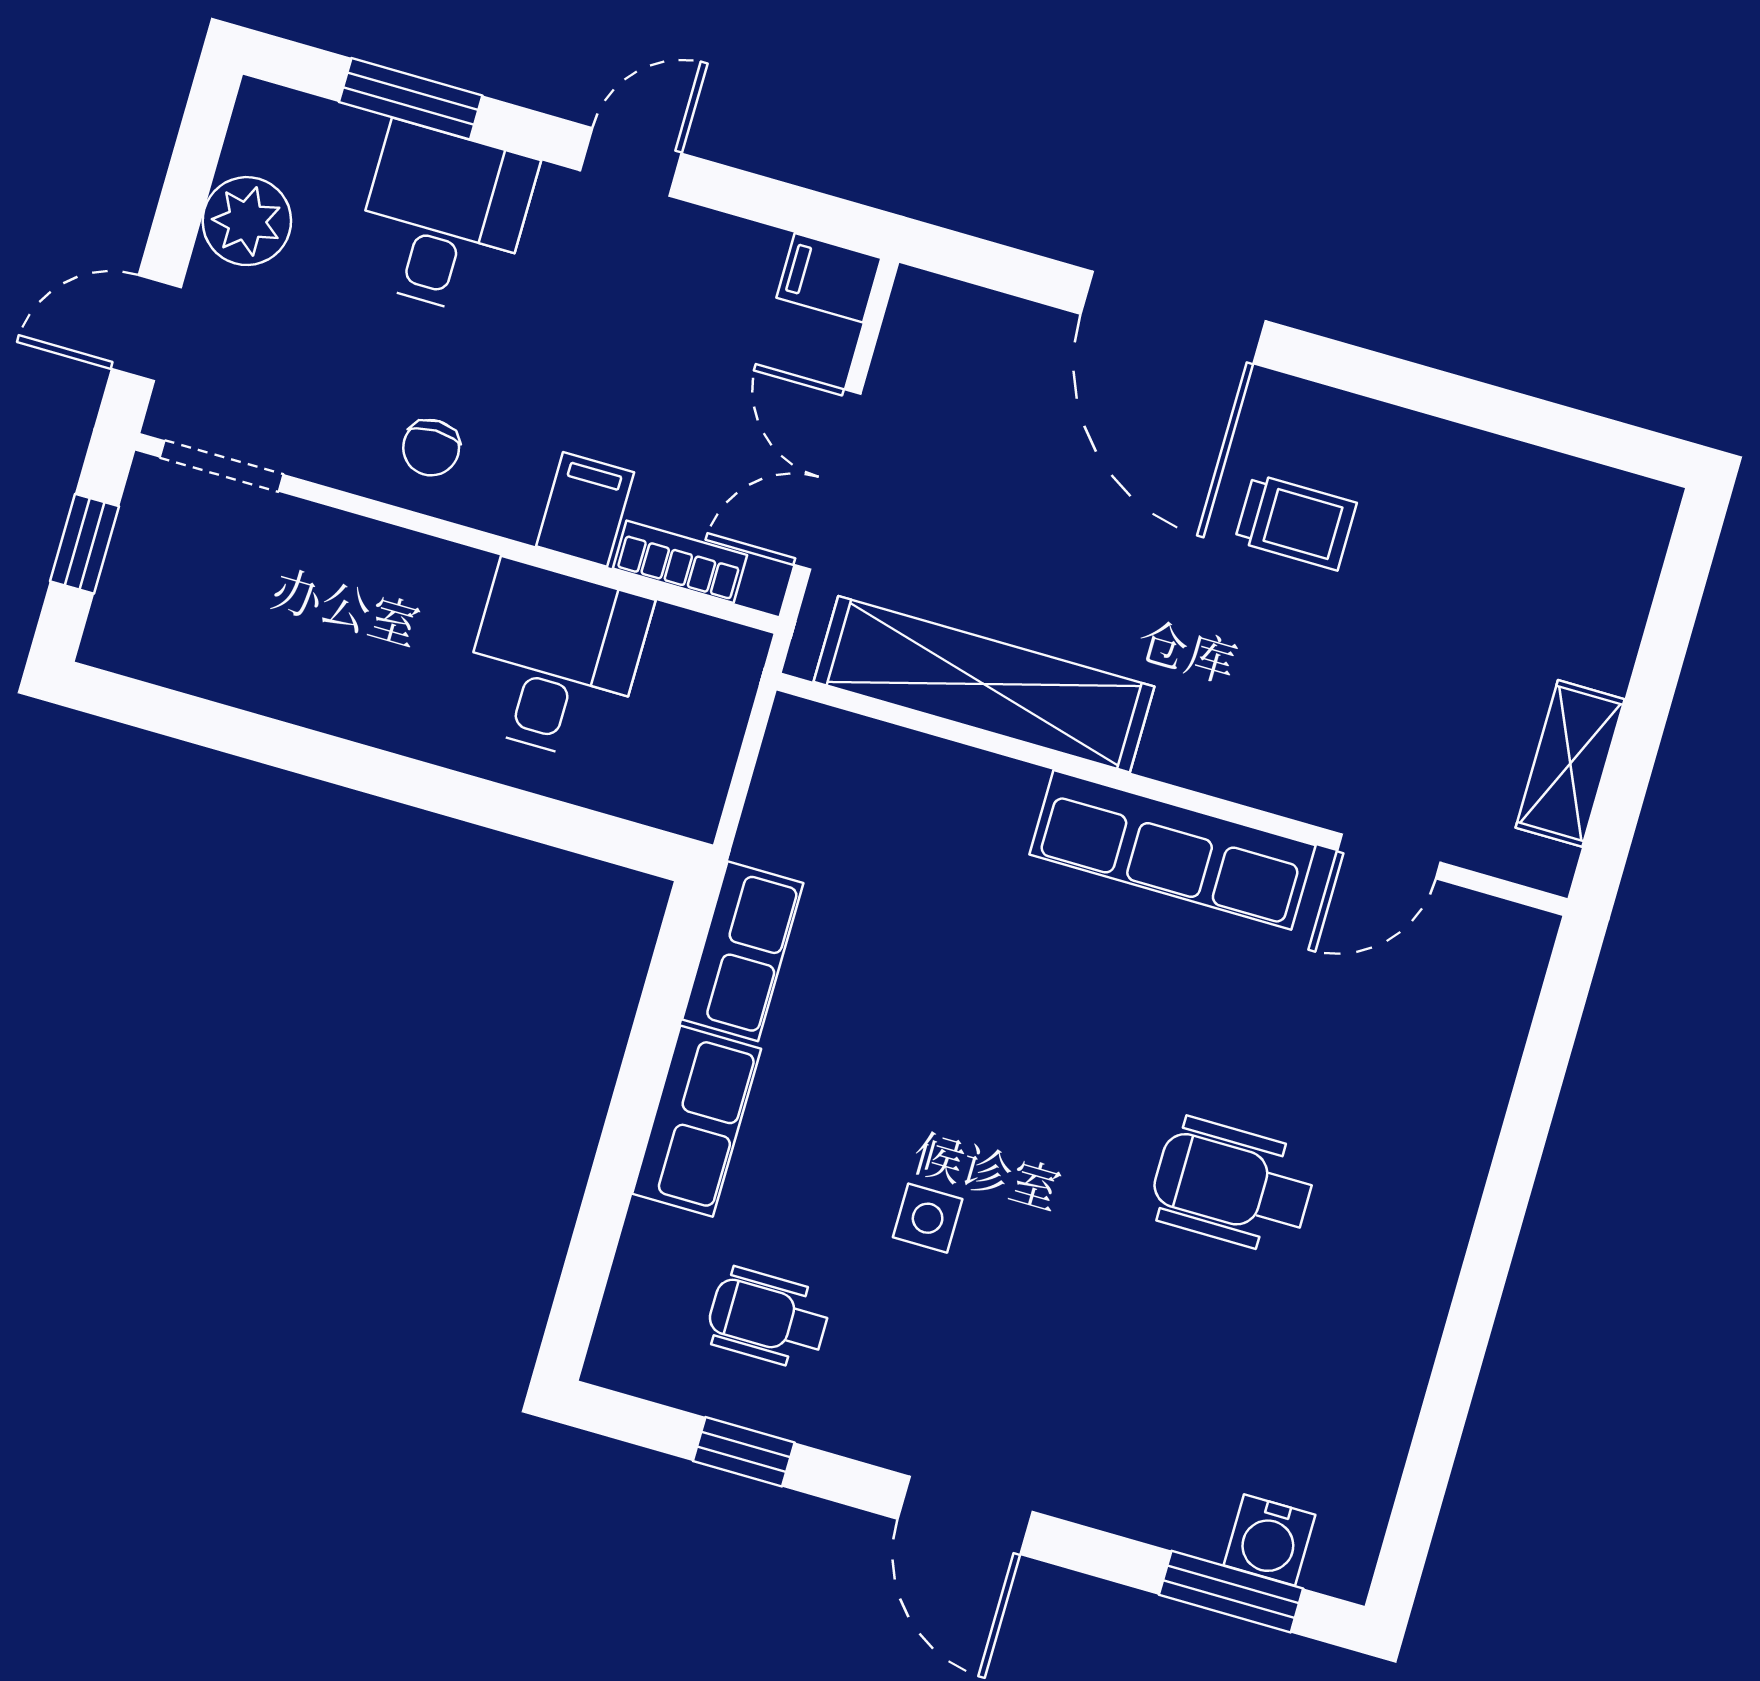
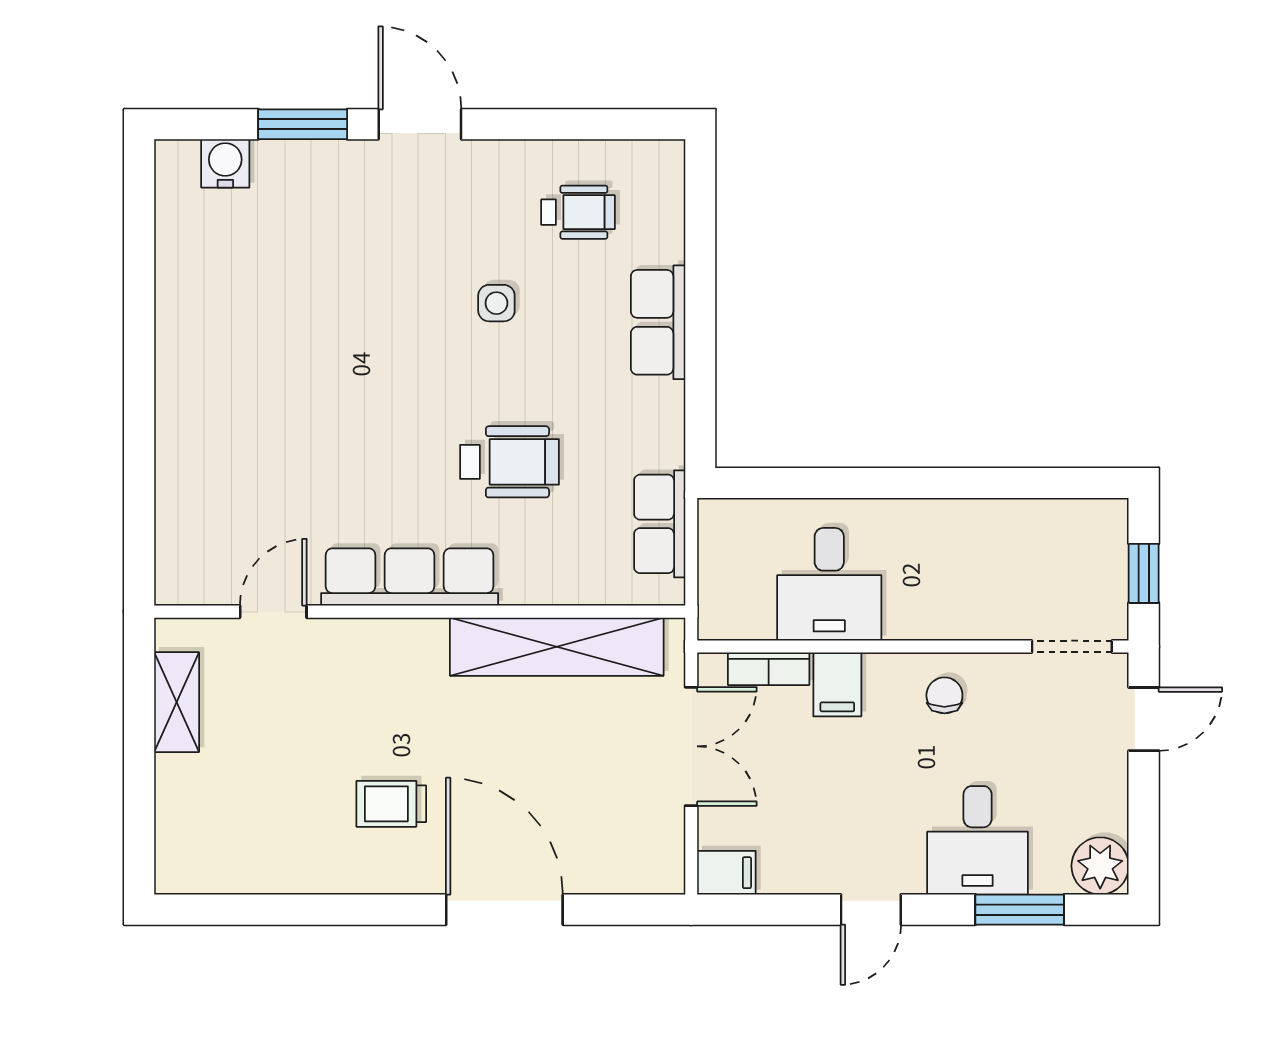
plant: (247, 221) -> (1100, 866), moved
row of seats: (743, 951) -> (660, 524), moved
wheelchair: (1233, 1186) -> (509, 462), moved
window: (744, 1452) -> (569, 124), removed
window: (1231, 1592) -> (303, 124), moved

